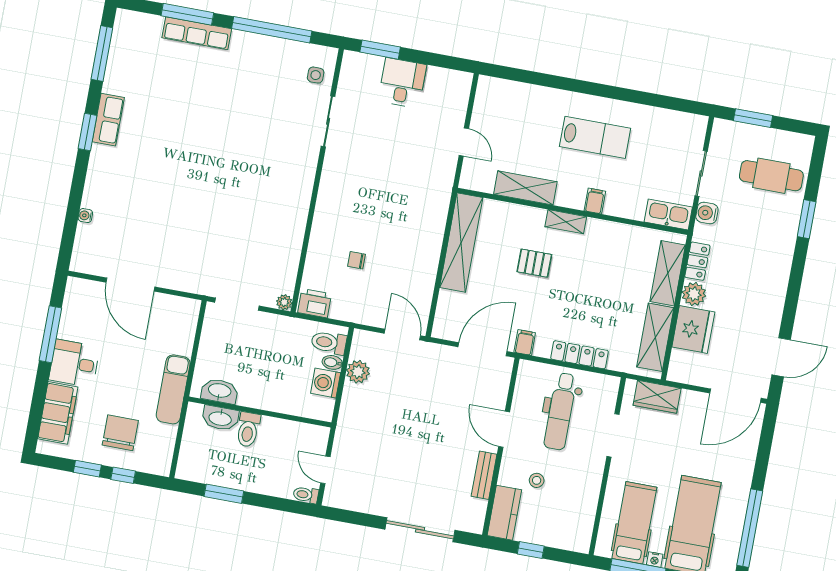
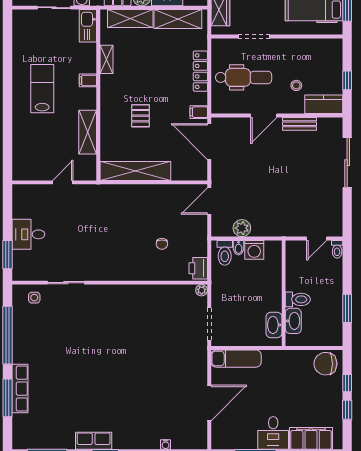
shelving: (566, 222) -> (107, 59), moved
exam couch: (173, 389) -> (236, 359), moved
chair: (120, 433) -> (325, 364), moved

